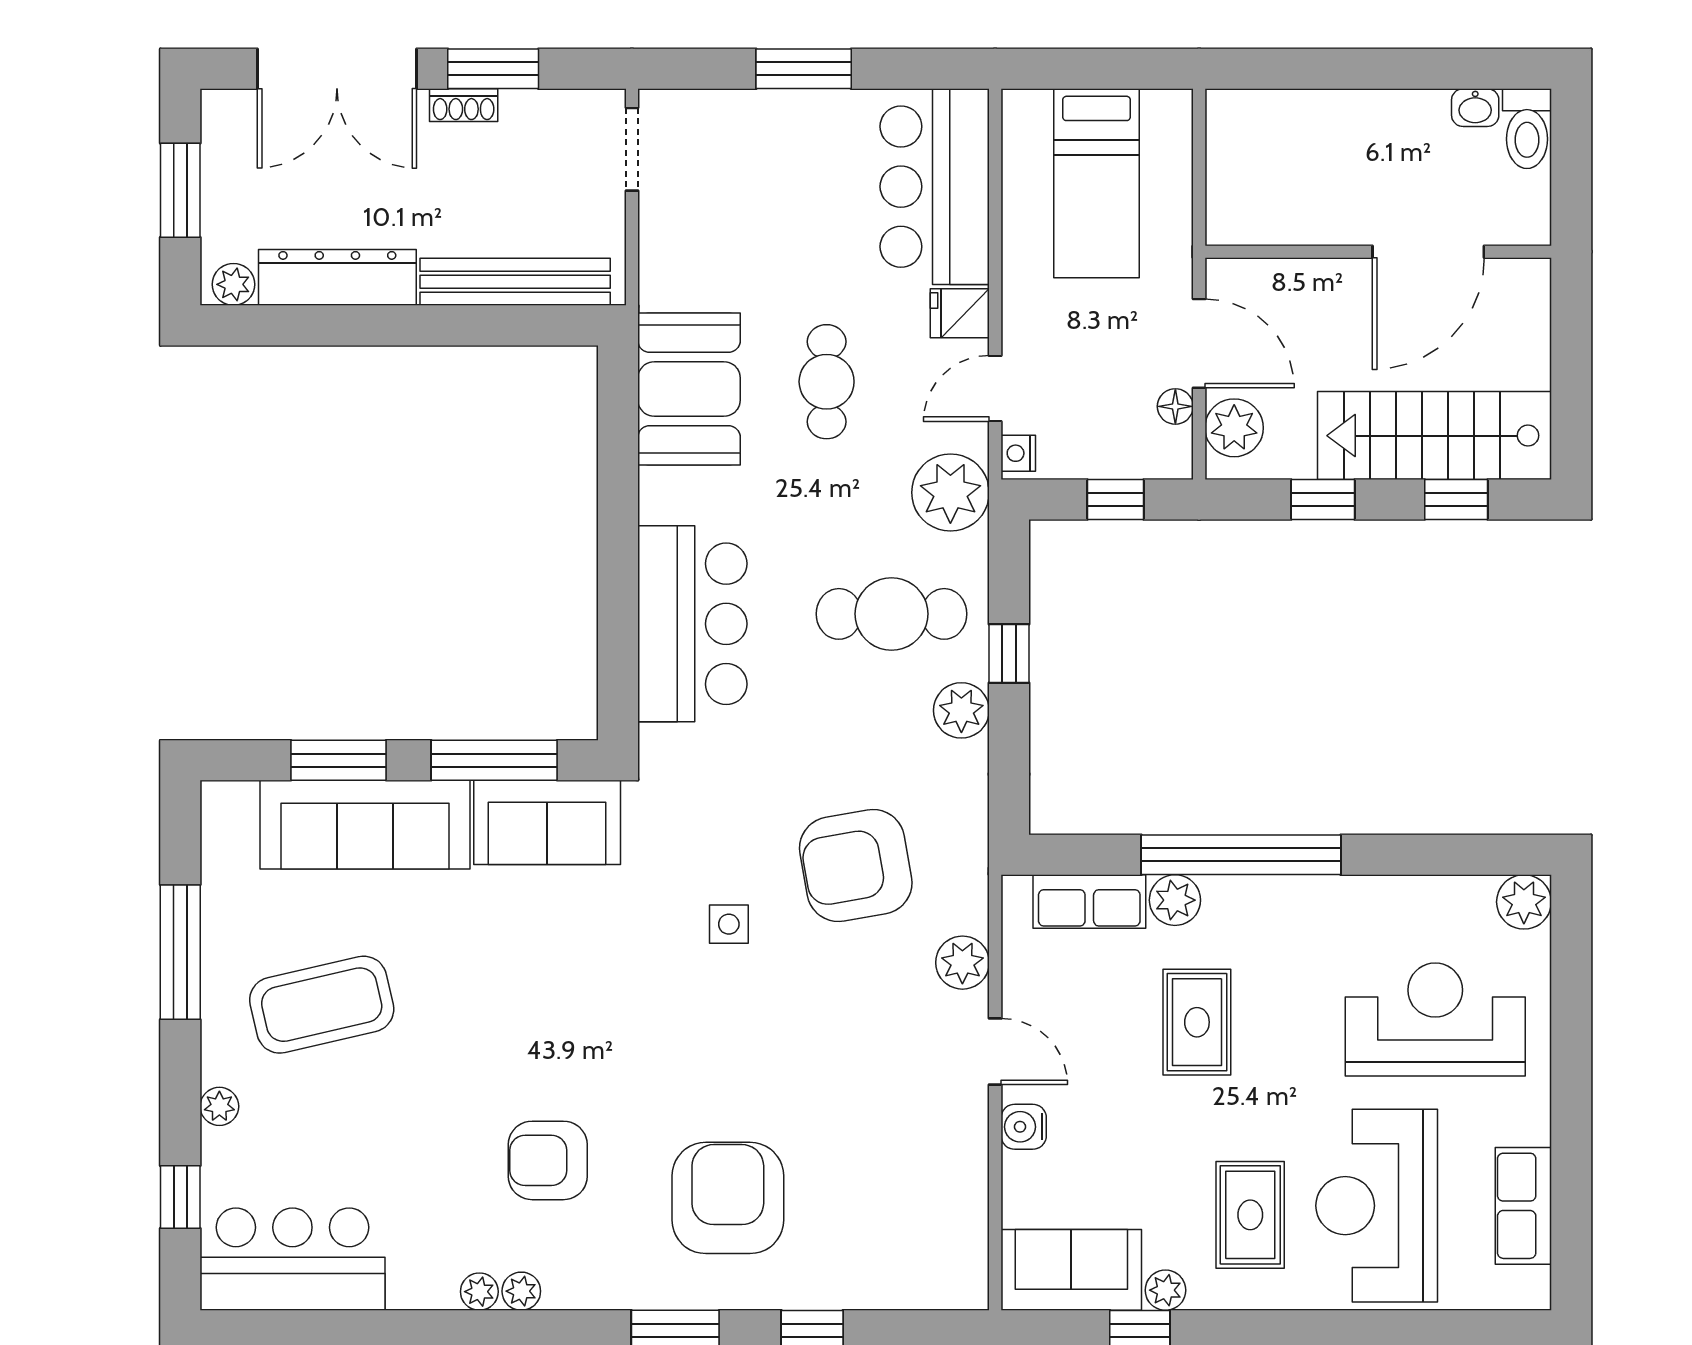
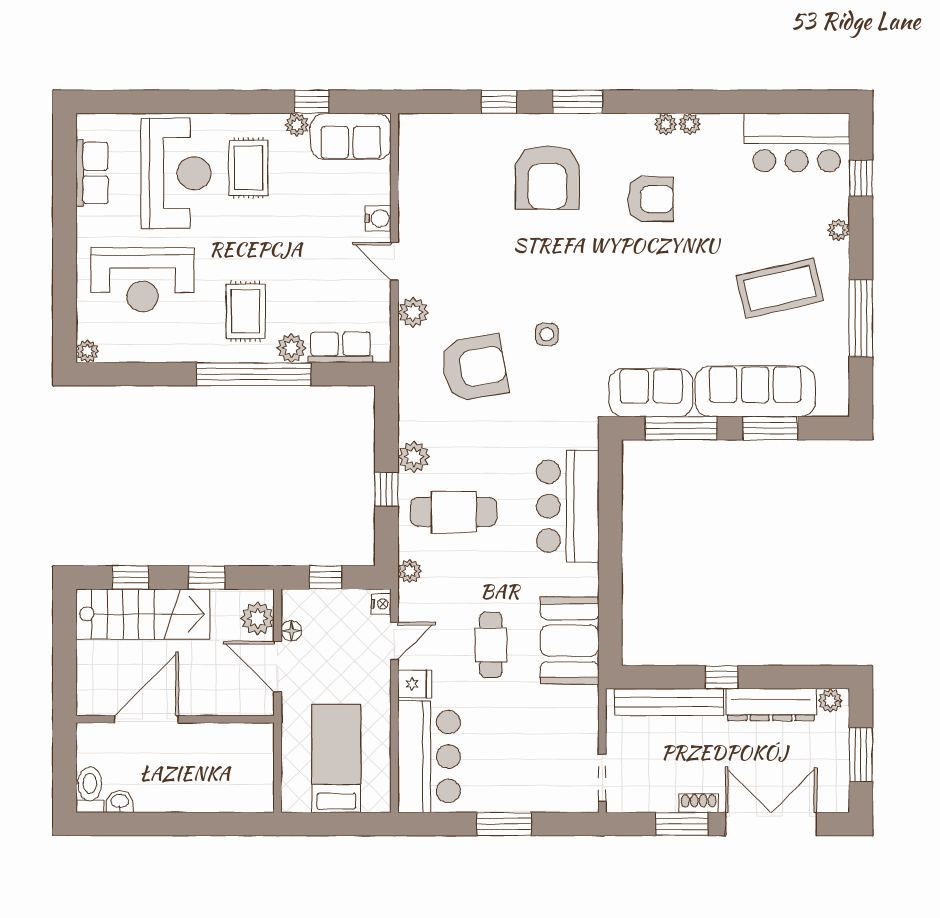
window: (423, 325) -> (722, 677), added
plant: (950, 493) -> (410, 571), width x0.53, depth x0.53
plant: (1524, 902) -> (87, 351), width x0.73, depth x0.73
rug: (1197, 1022) -> (245, 311), moved

